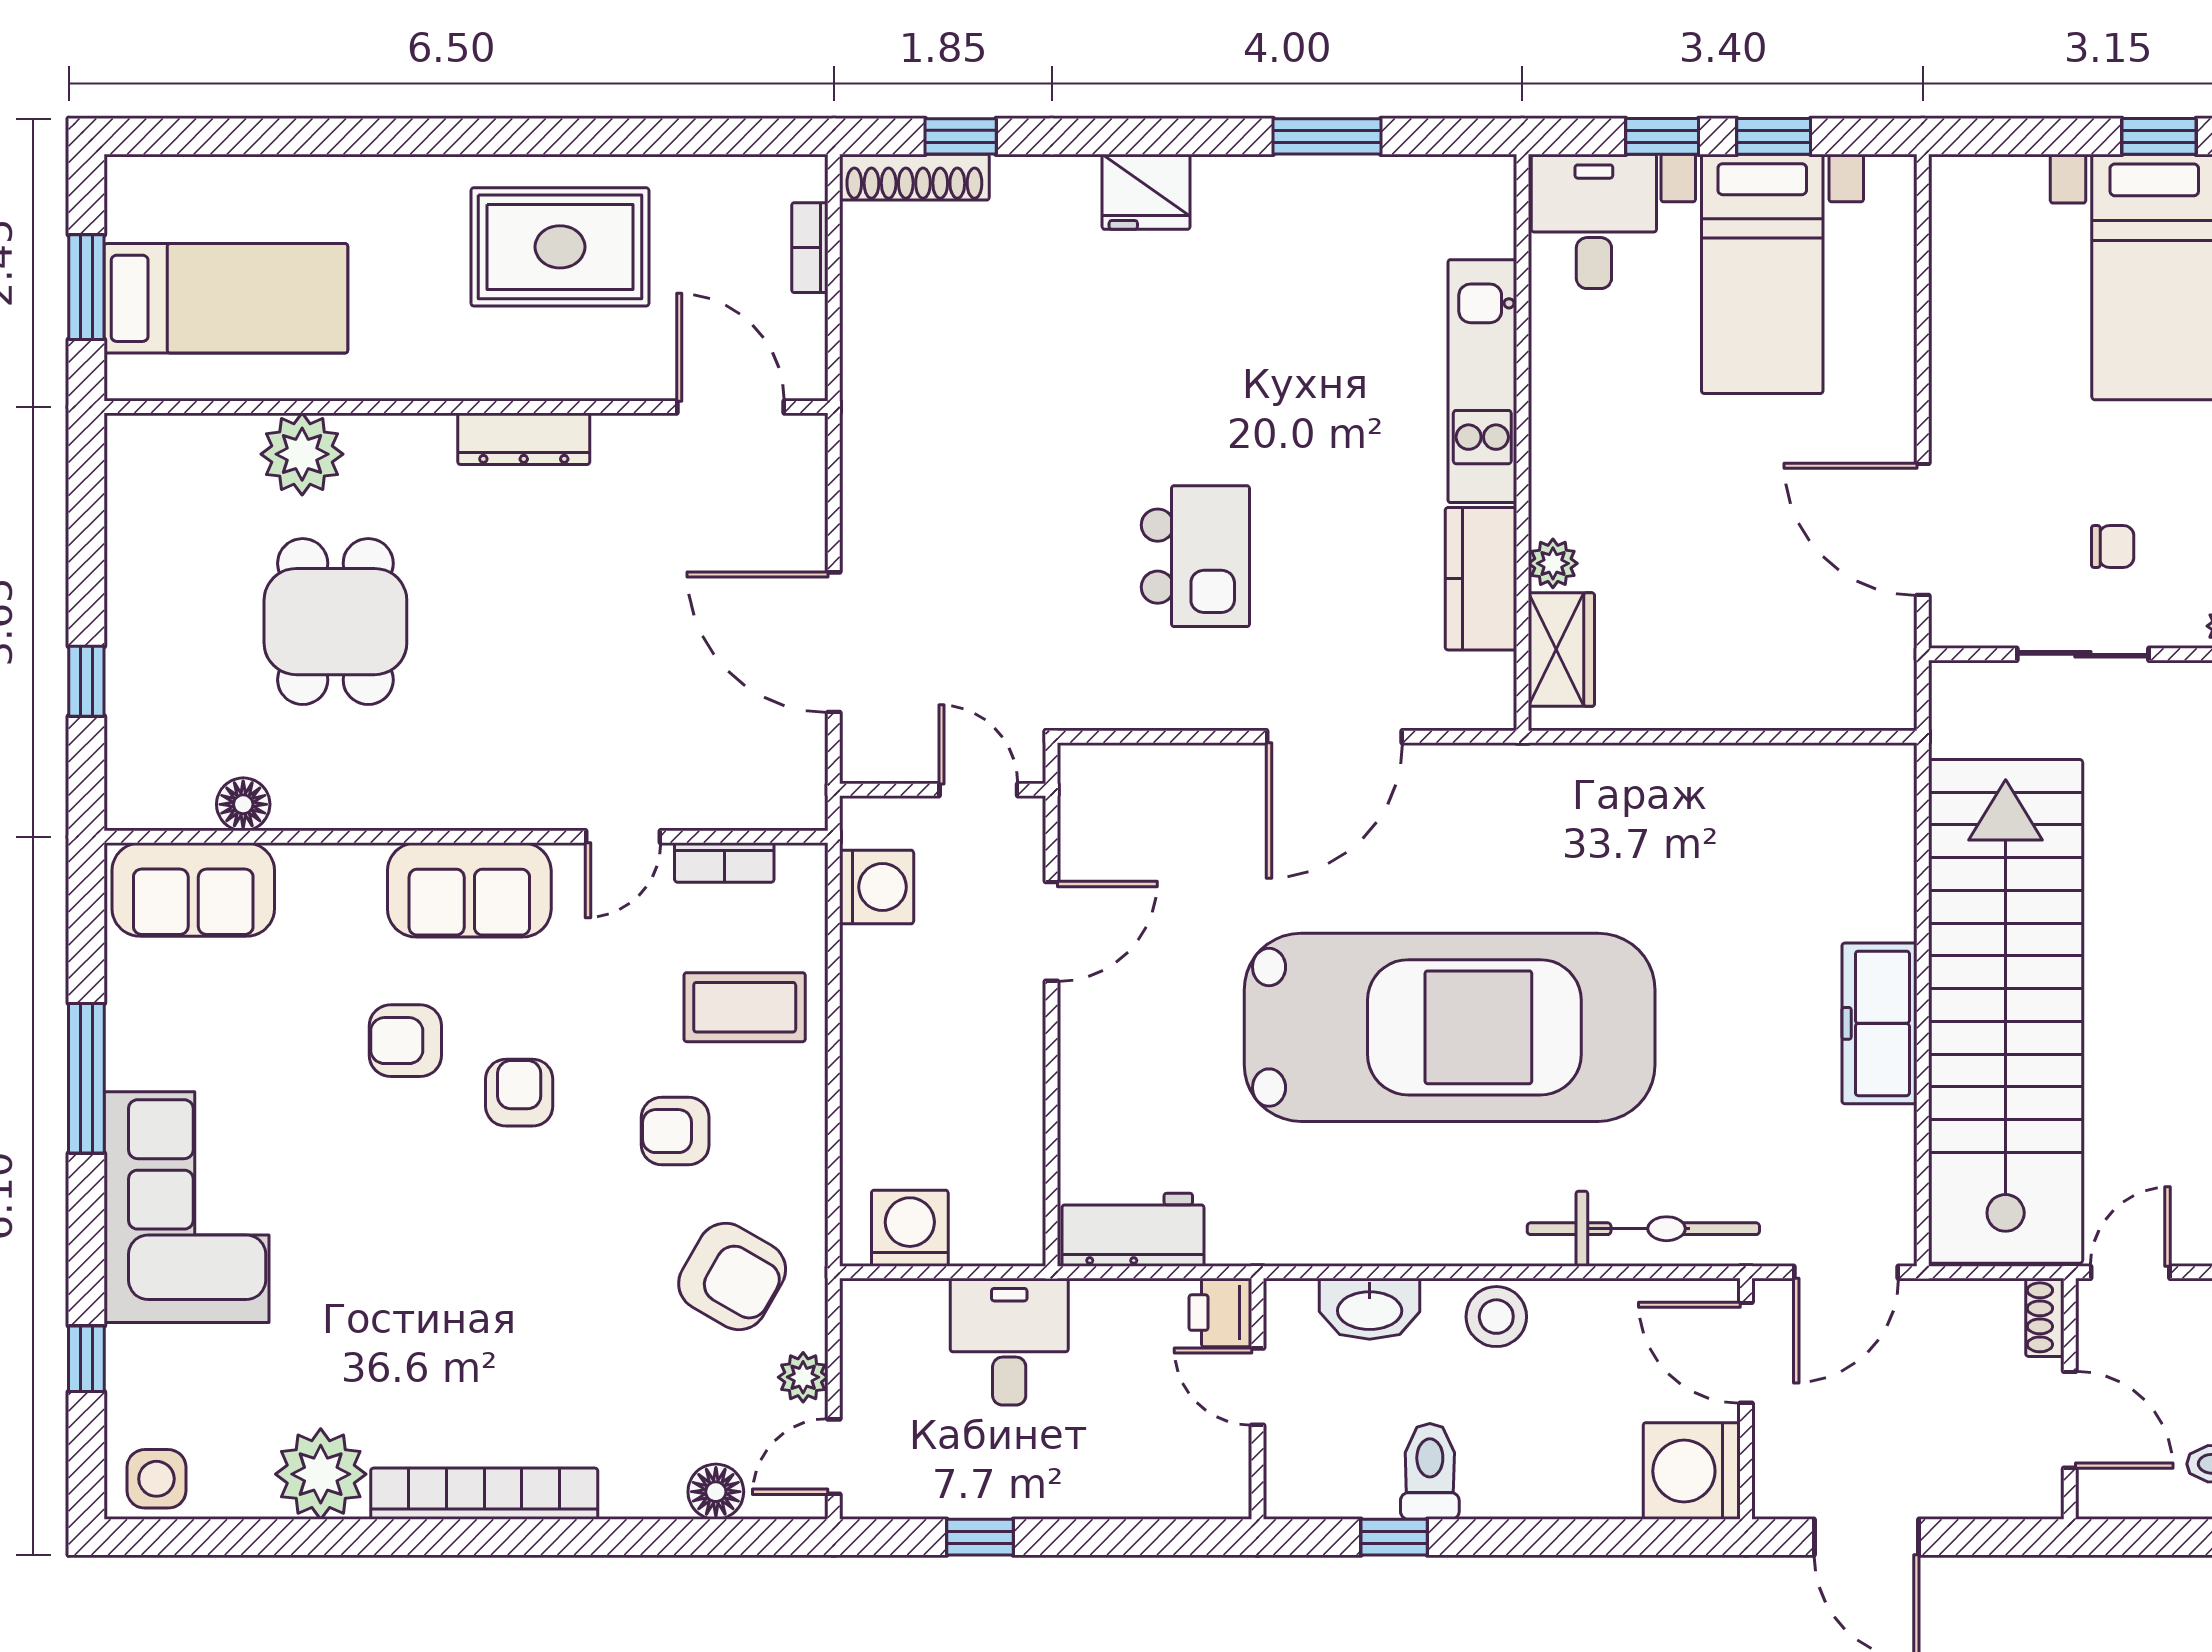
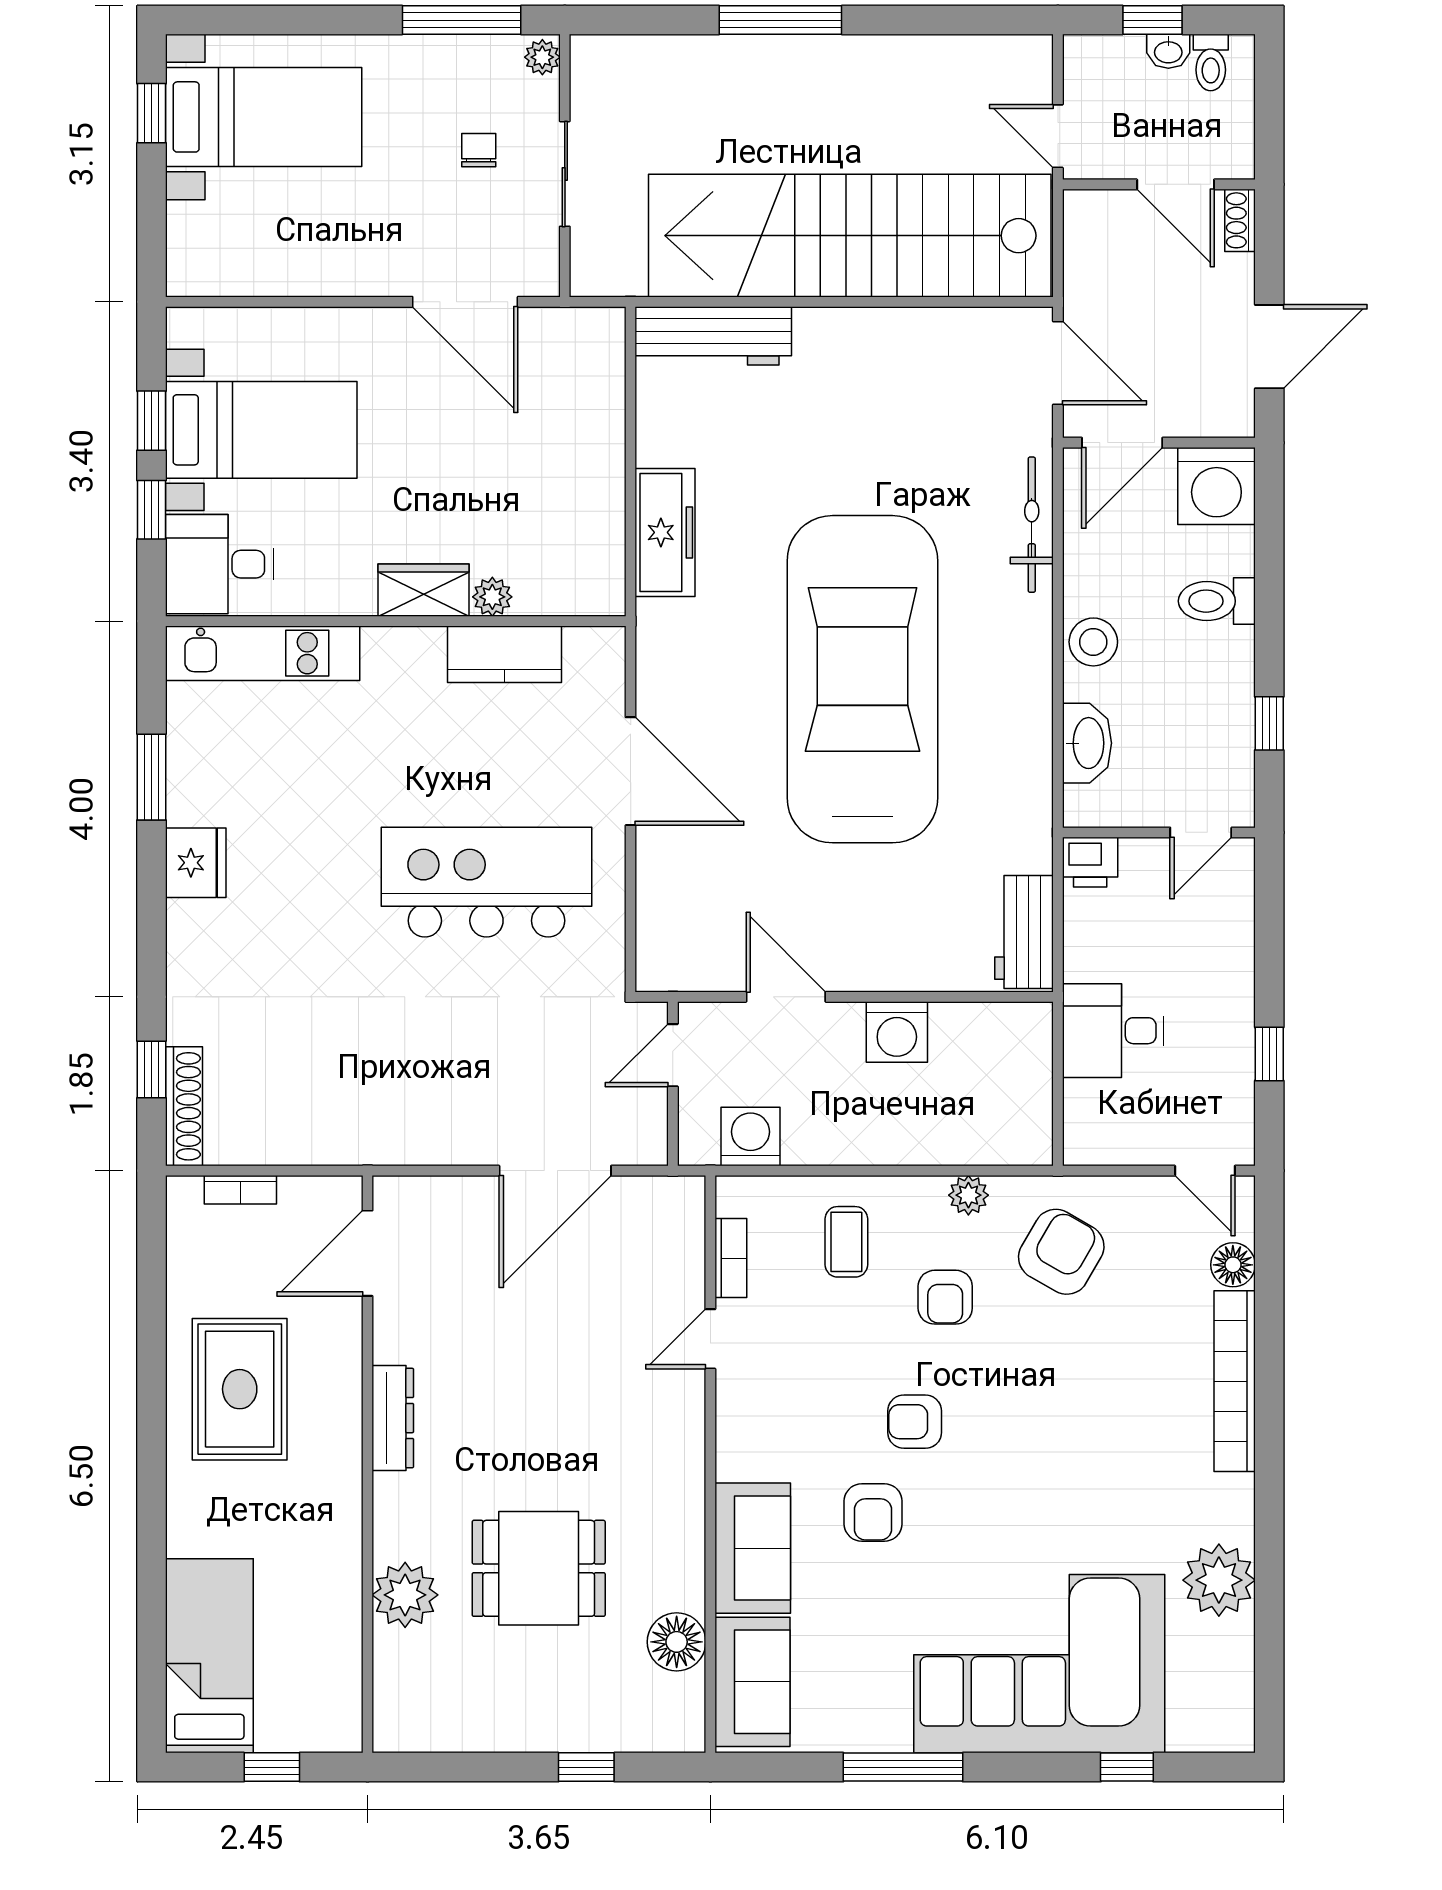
fridge: (1146, 192) -> (196, 863), moved
window: (86, 287) -> (272, 1767), width x0.67
bed: (226, 298) -> (209, 1656), moved
kitchen unit: (1482, 381) -> (263, 653), moved
door: (1923, 529) -> (465, 302), hinge flipped
kitchen island: (1195, 556) -> (486, 882), width x1.87, depth x1.28
wardrobe: (1561, 650) -> (423, 590), moved
floor lamp: (243, 804) -> (677, 1642), width x1.38, depth x1.38
door: (623, 837) -> (710, 1339), swing flipped
workbench: (1880, 840) -> (713, 336), added
sofa: (469, 890) -> (753, 1548), moved
coffee table: (745, 1007) -> (846, 1242), width x0.73, depth x0.77
freezer: (1879, 1023) -> (665, 532), moved, turned -90
corner sofa: (186, 1207) -> (1039, 1664), width x1.36, depth x1.36
washing machine: (910, 1228) -> (897, 1032), moved, turned -90
bicycle: (1643, 1229) -> (1032, 525), width x0.73, depth x0.71
shoe rack: (2045, 1317) -> (1240, 220), moved, turned 90
plant: (803, 1377) -> (968, 1195), moved
door: (1258, 1387) -> (1201, 832), moved
door: (2070, 1420) -> (1176, 184), swing flipped
toilet: (1430, 1471) -> (1217, 601), moved
side table: (156, 1479) -> (1223, 1711), removed
bookcase: (484, 1494) -> (1235, 1381), moved

